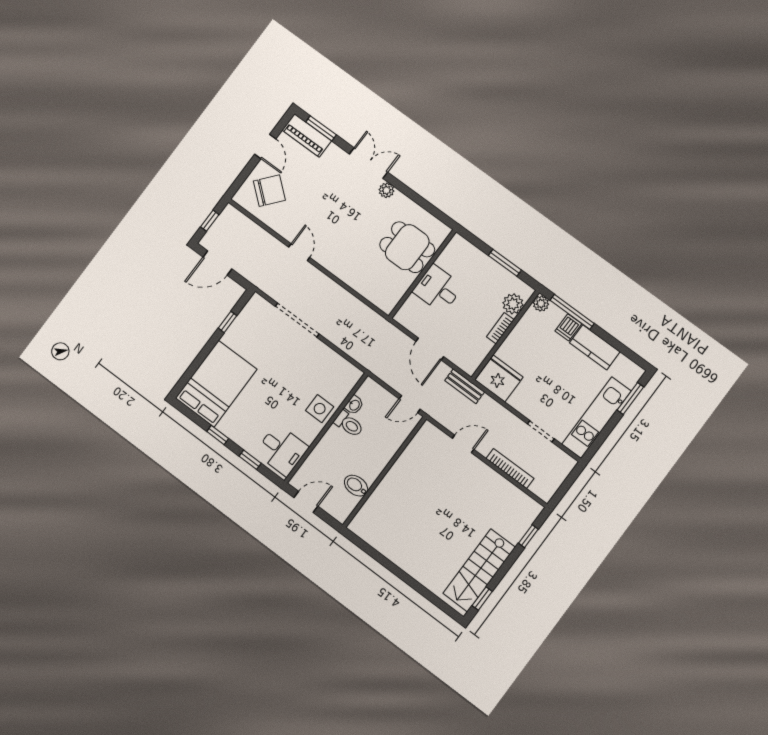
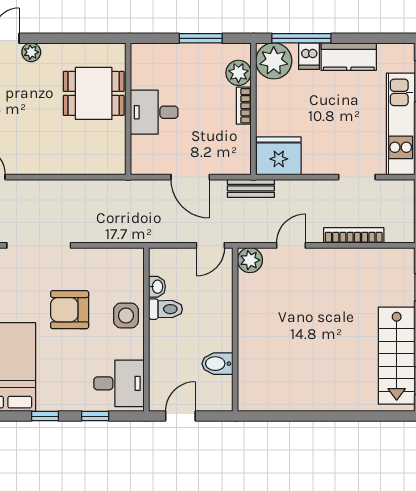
plant: (541, 304) -> (274, 61), width x1.88, depth x1.88
armchair: (286, 377) -> (70, 310), added
plant: (429, 433) -> (250, 260), added

